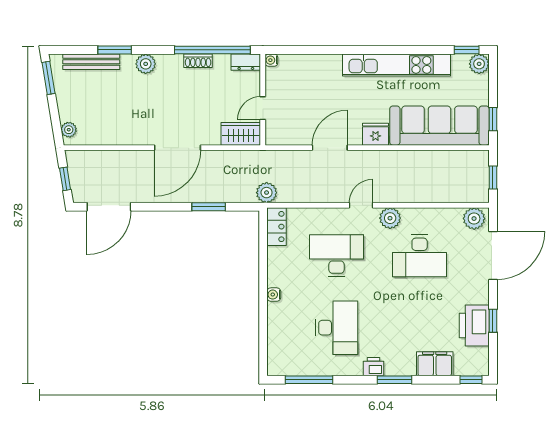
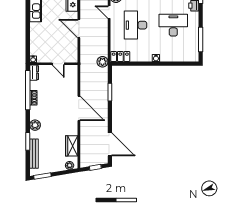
wardrobe: (241, 134) -> (72, 146), moved

